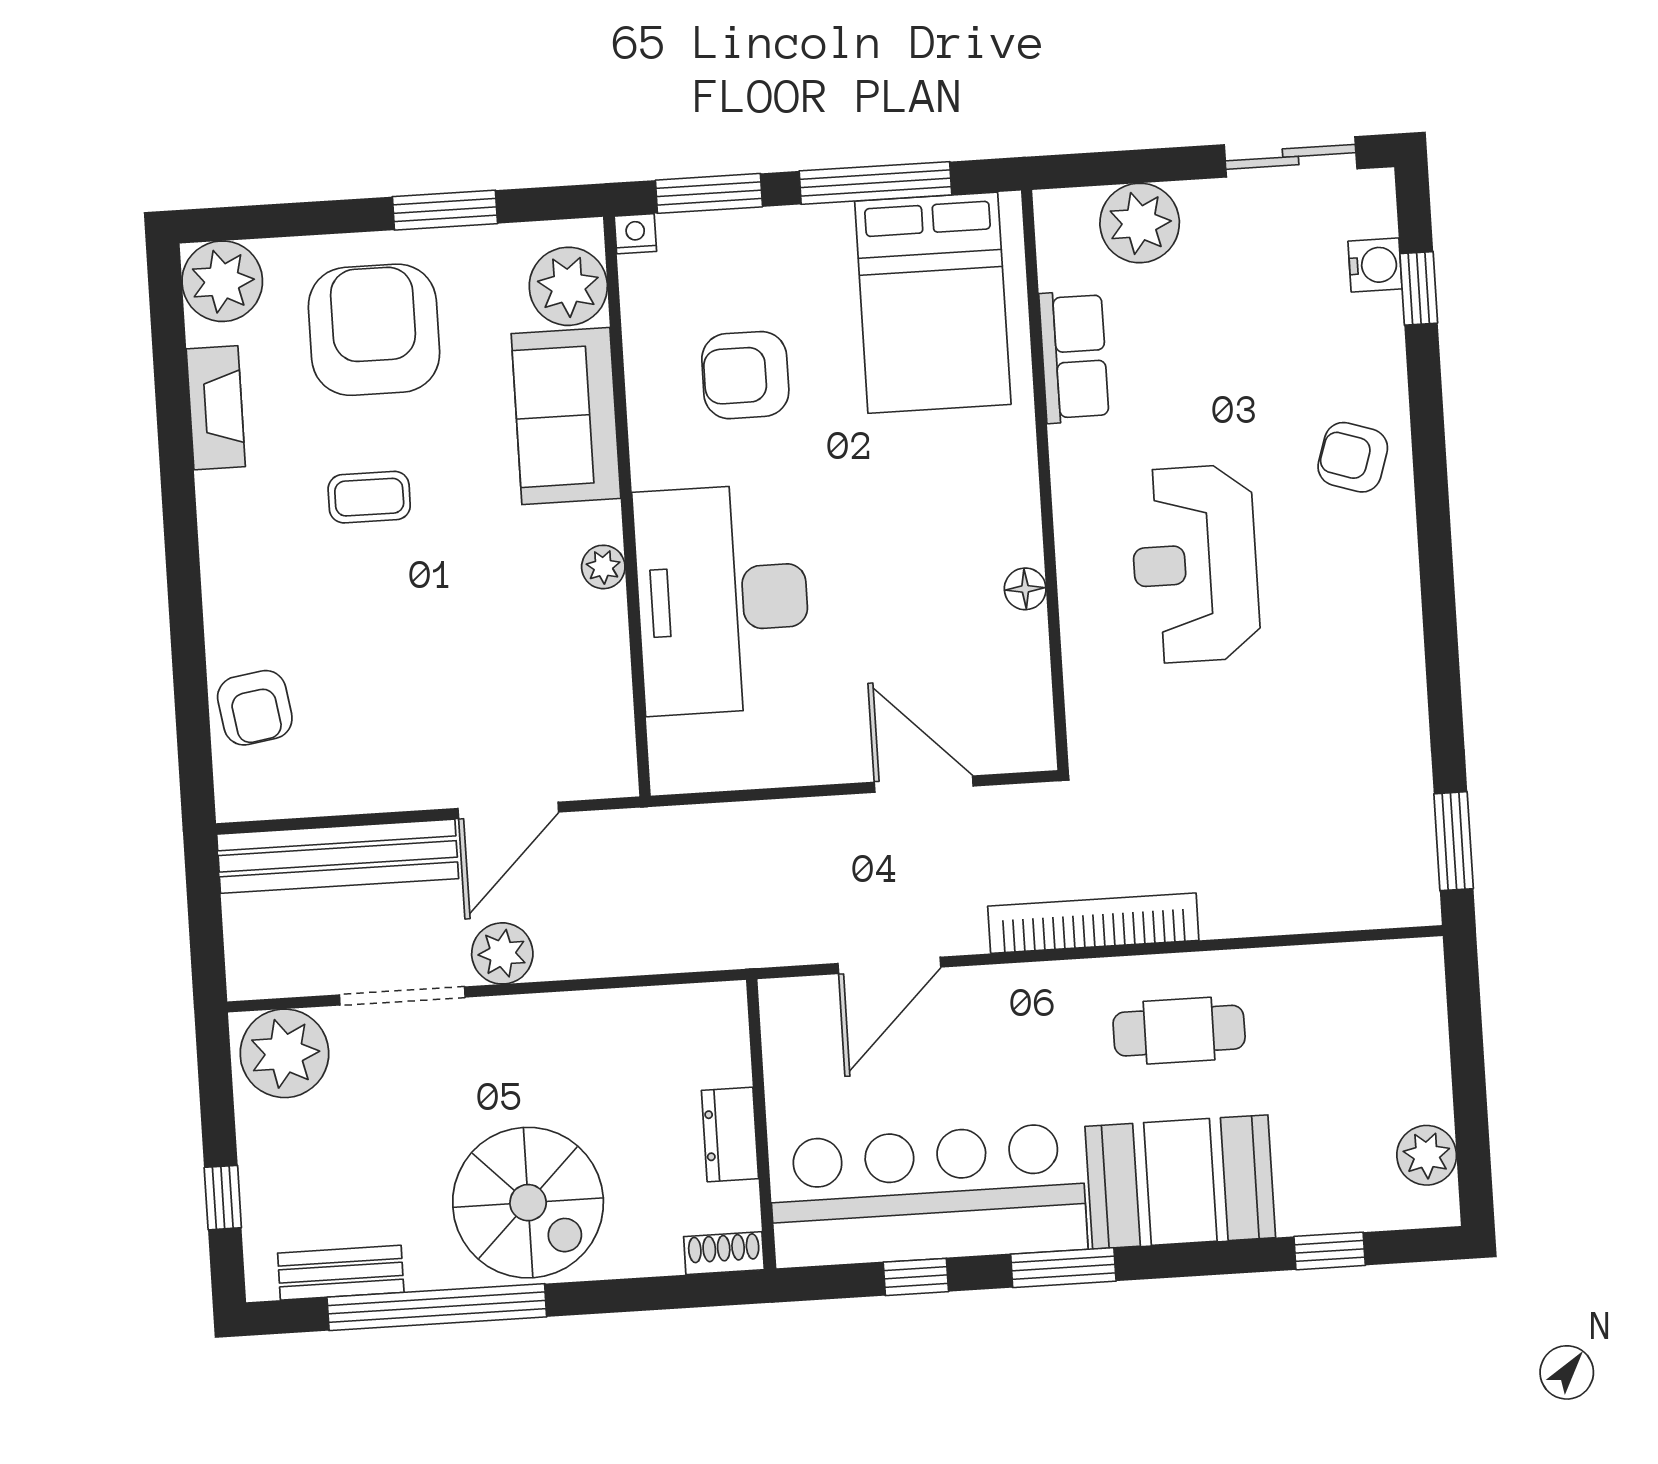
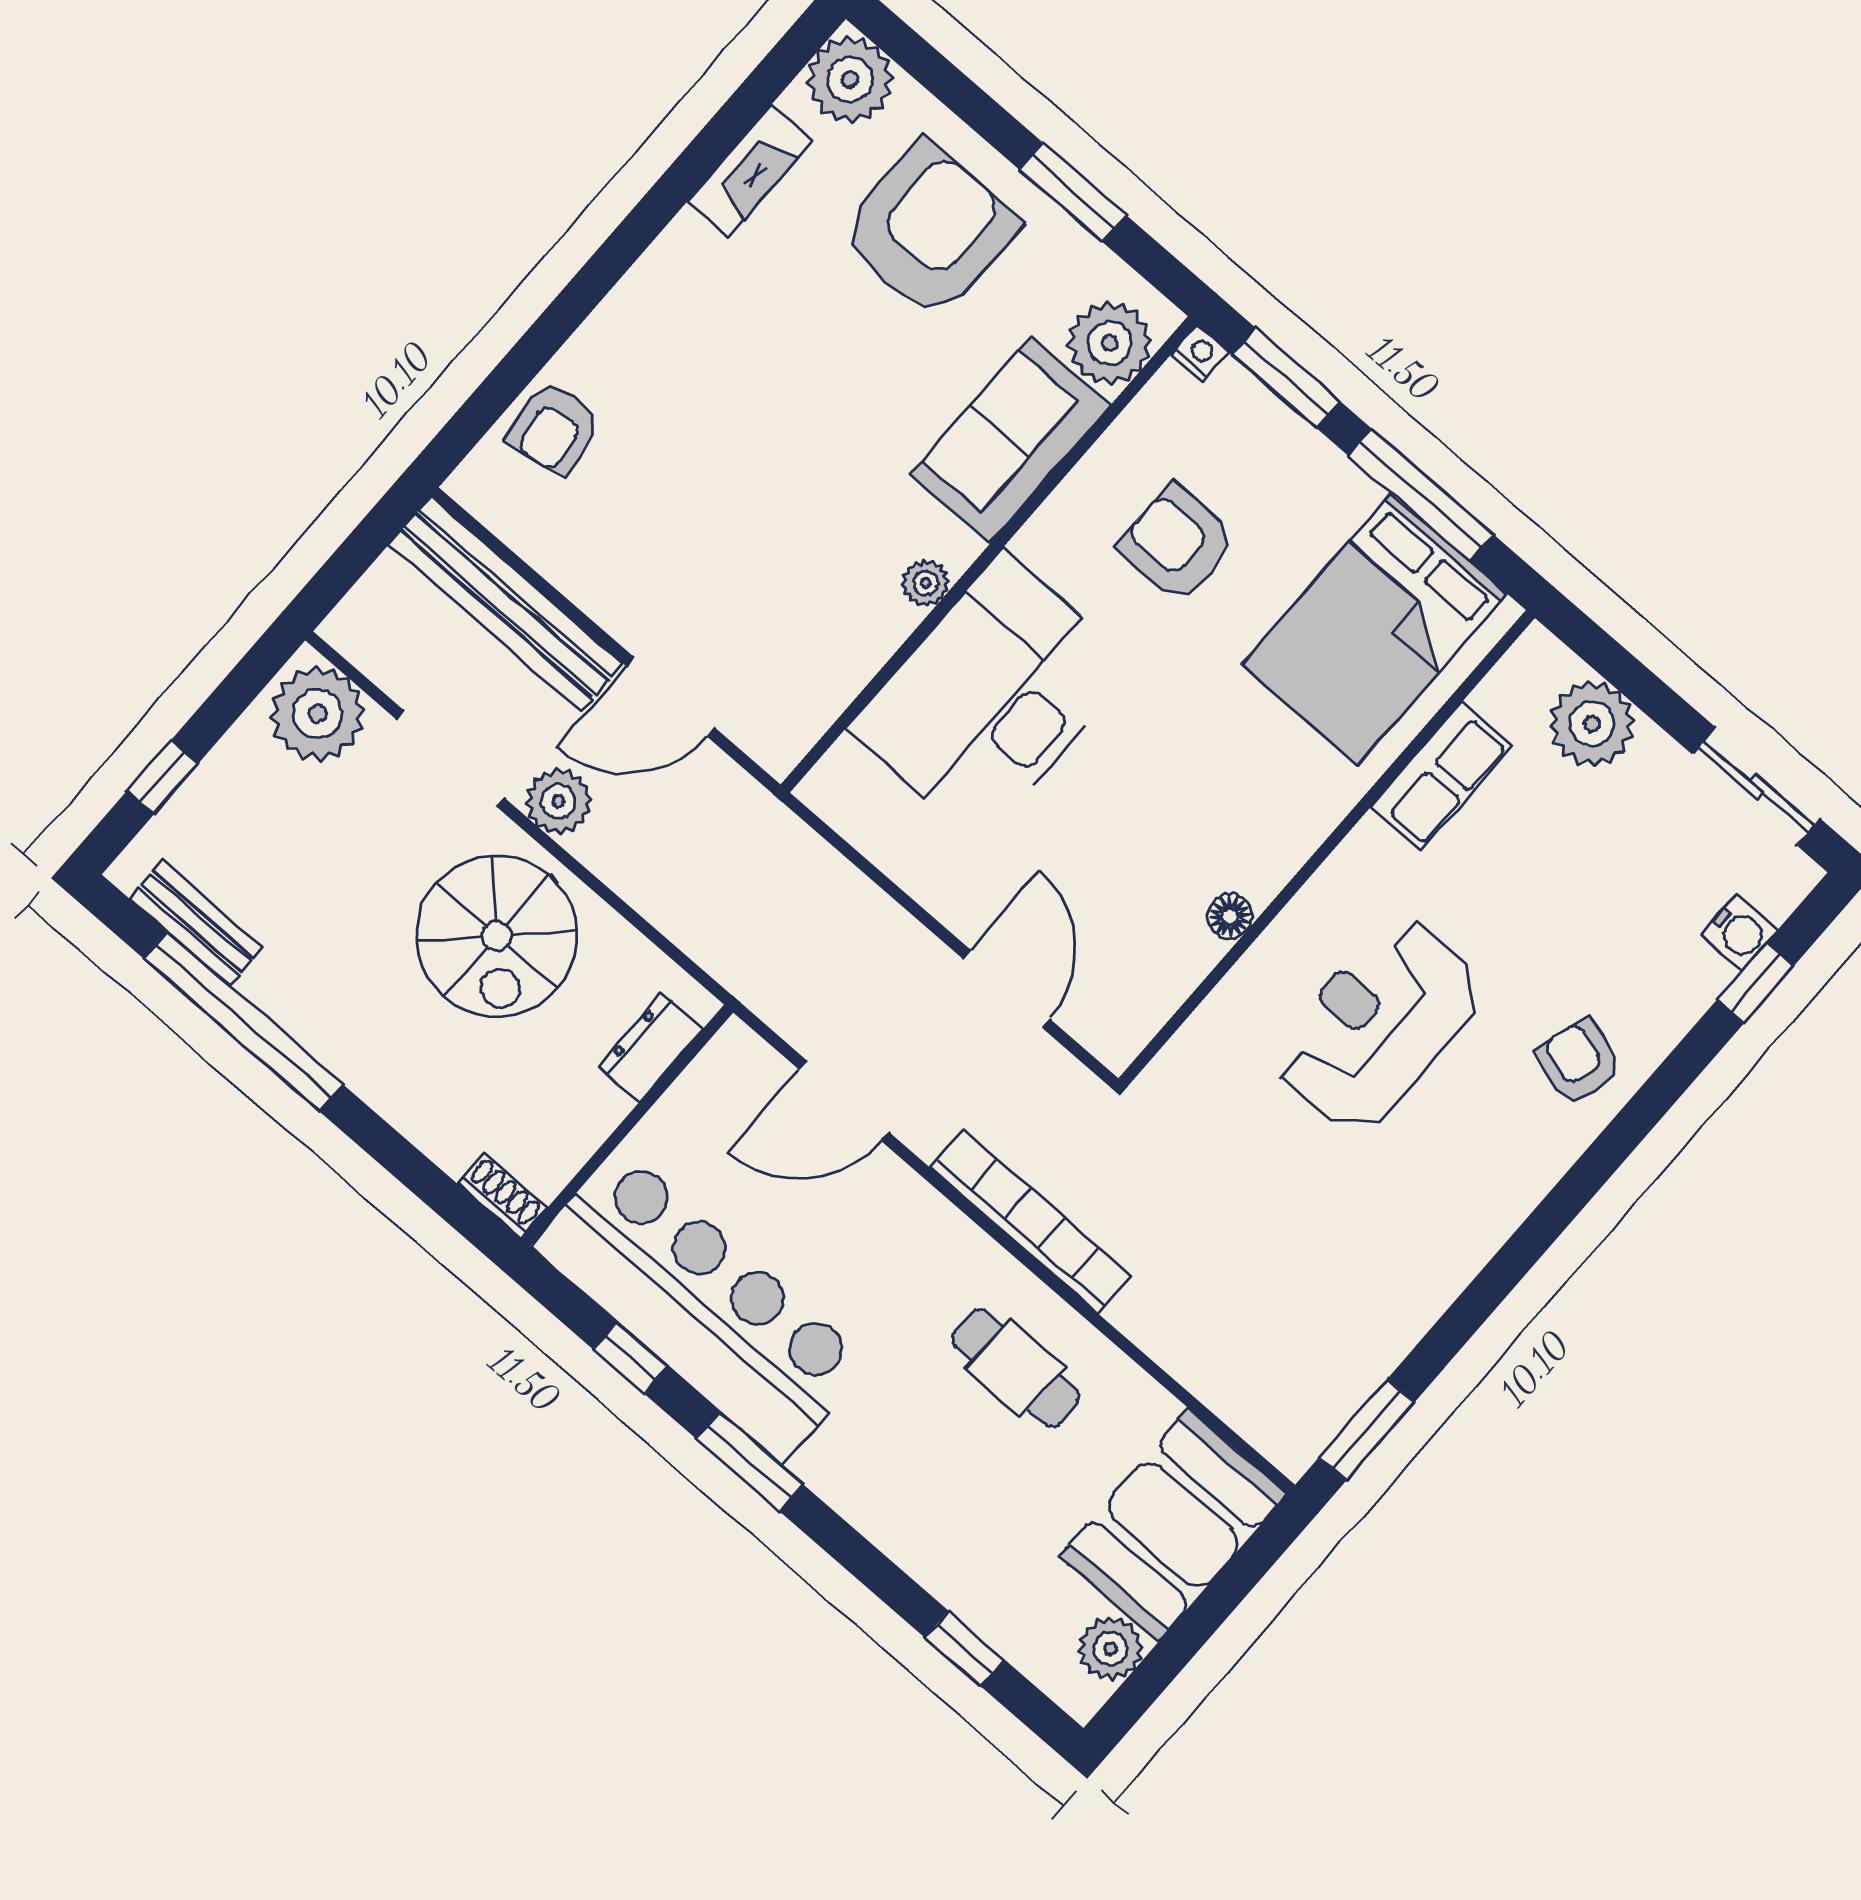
coffee table: (369, 497) -> (800, 354), removed
dresser: (730, 1134) -> (650, 1048), moved
booth: (1180, 1182) -> (1173, 1525), moved, turned 90
spiral stairs: (528, 1203) -> (497, 936), moved

